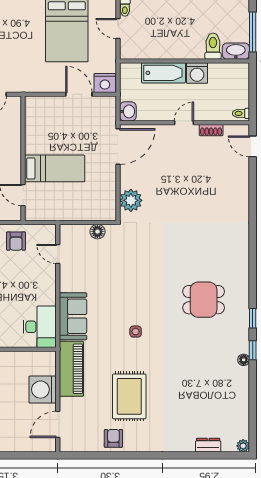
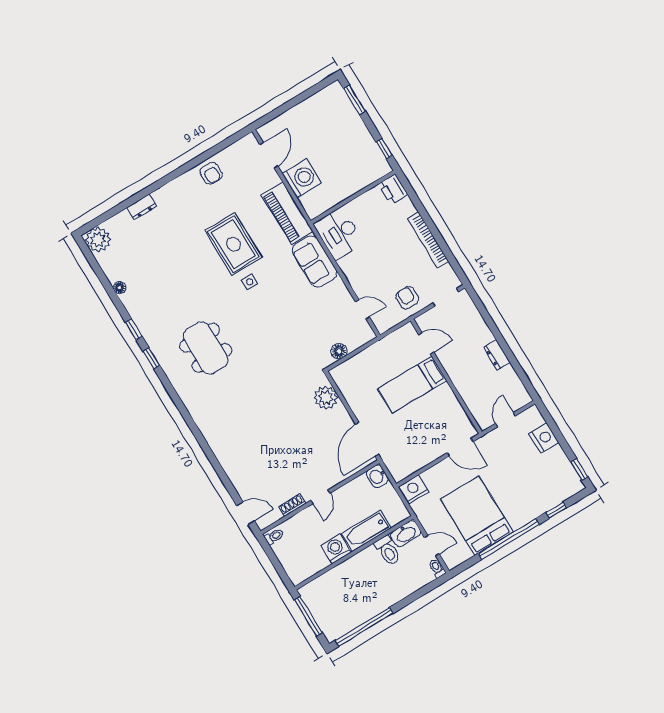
toilet: (213, 46) -> (388, 551), moved
washbasin: (236, 51) -> (406, 534), moved
door: (79, 94) -> (460, 447), moved
dining table: (204, 300) -> (206, 348), width x1.38
floor lamp: (244, 360) -> (120, 288), moved
rug: (129, 396) -> (233, 244), moved
dresser: (208, 445) -> (142, 207), moved
plant: (243, 446) -> (98, 240), width x1.87, depth x1.87

